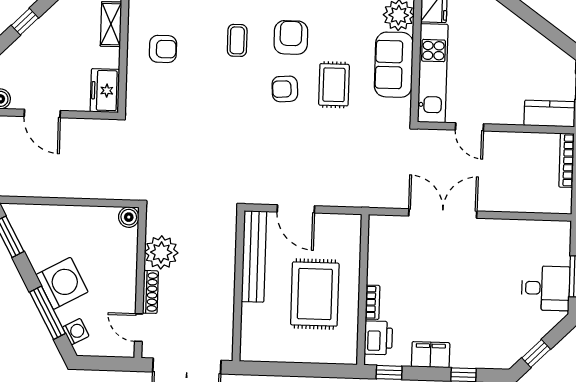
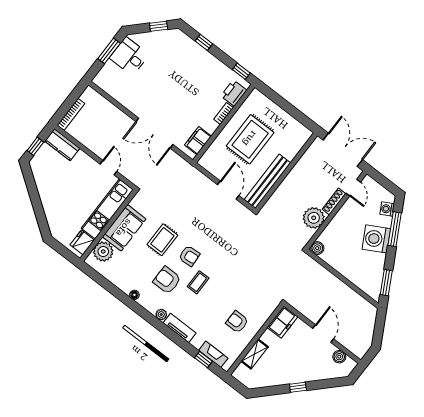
armchair: (291, 37) -> (167, 280), turned 90
coffee table: (237, 40) -> (198, 282), moved
filing cabinet: (431, 355) -> (198, 141), moved, turned 90

